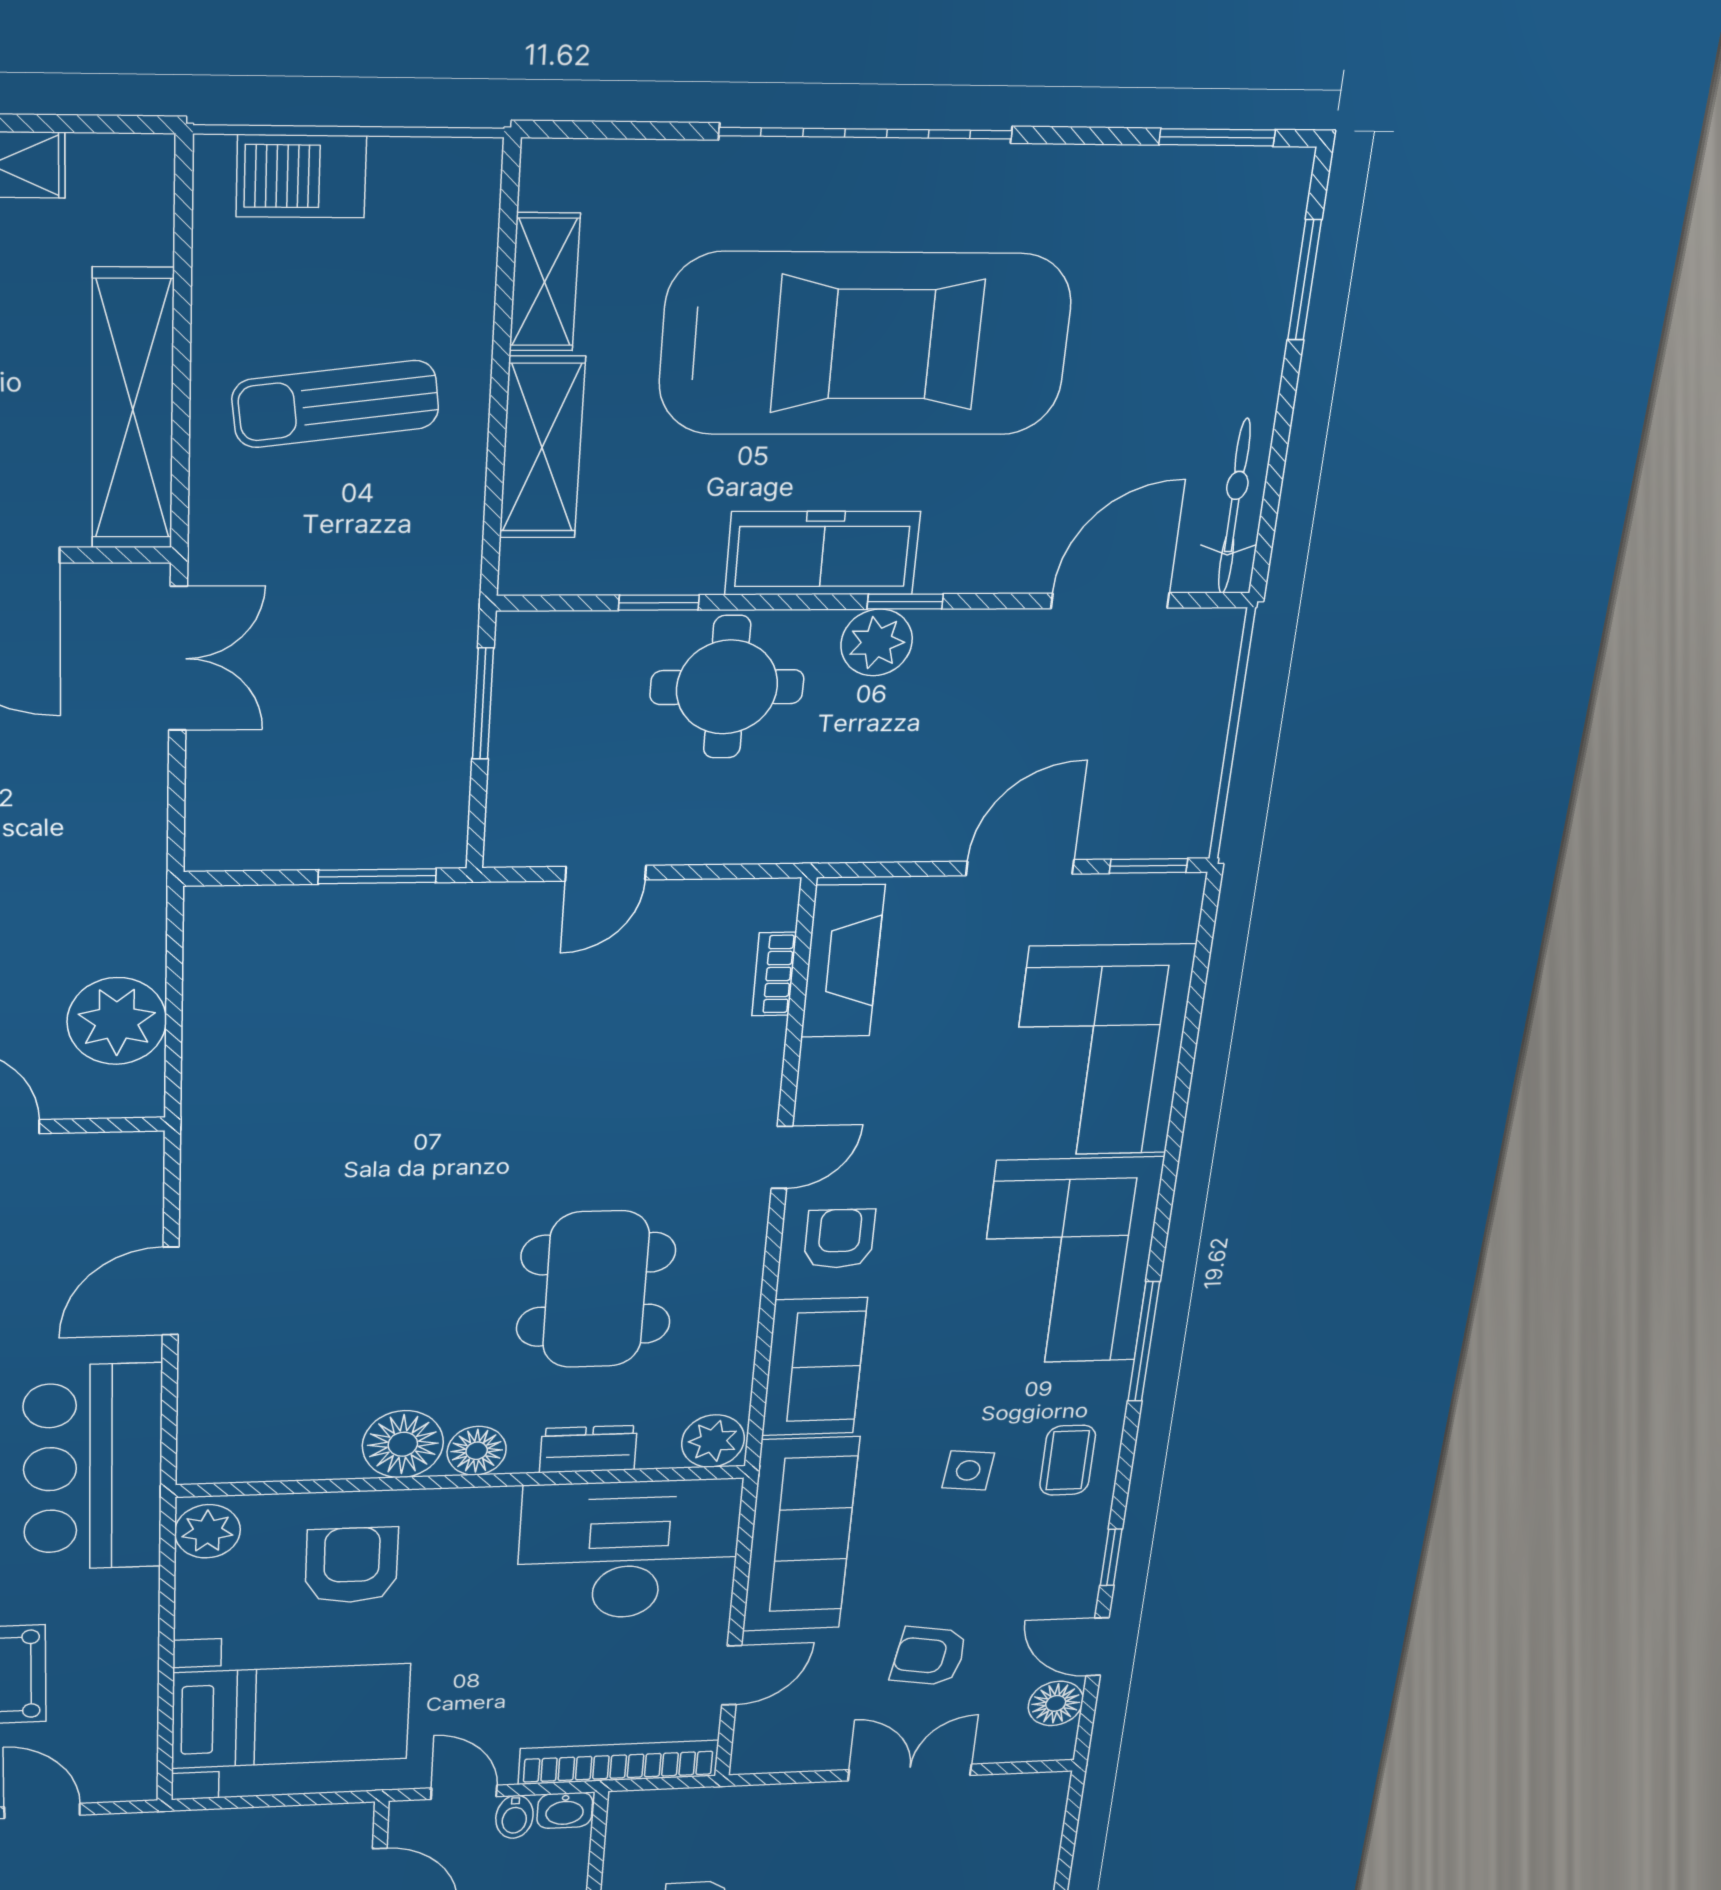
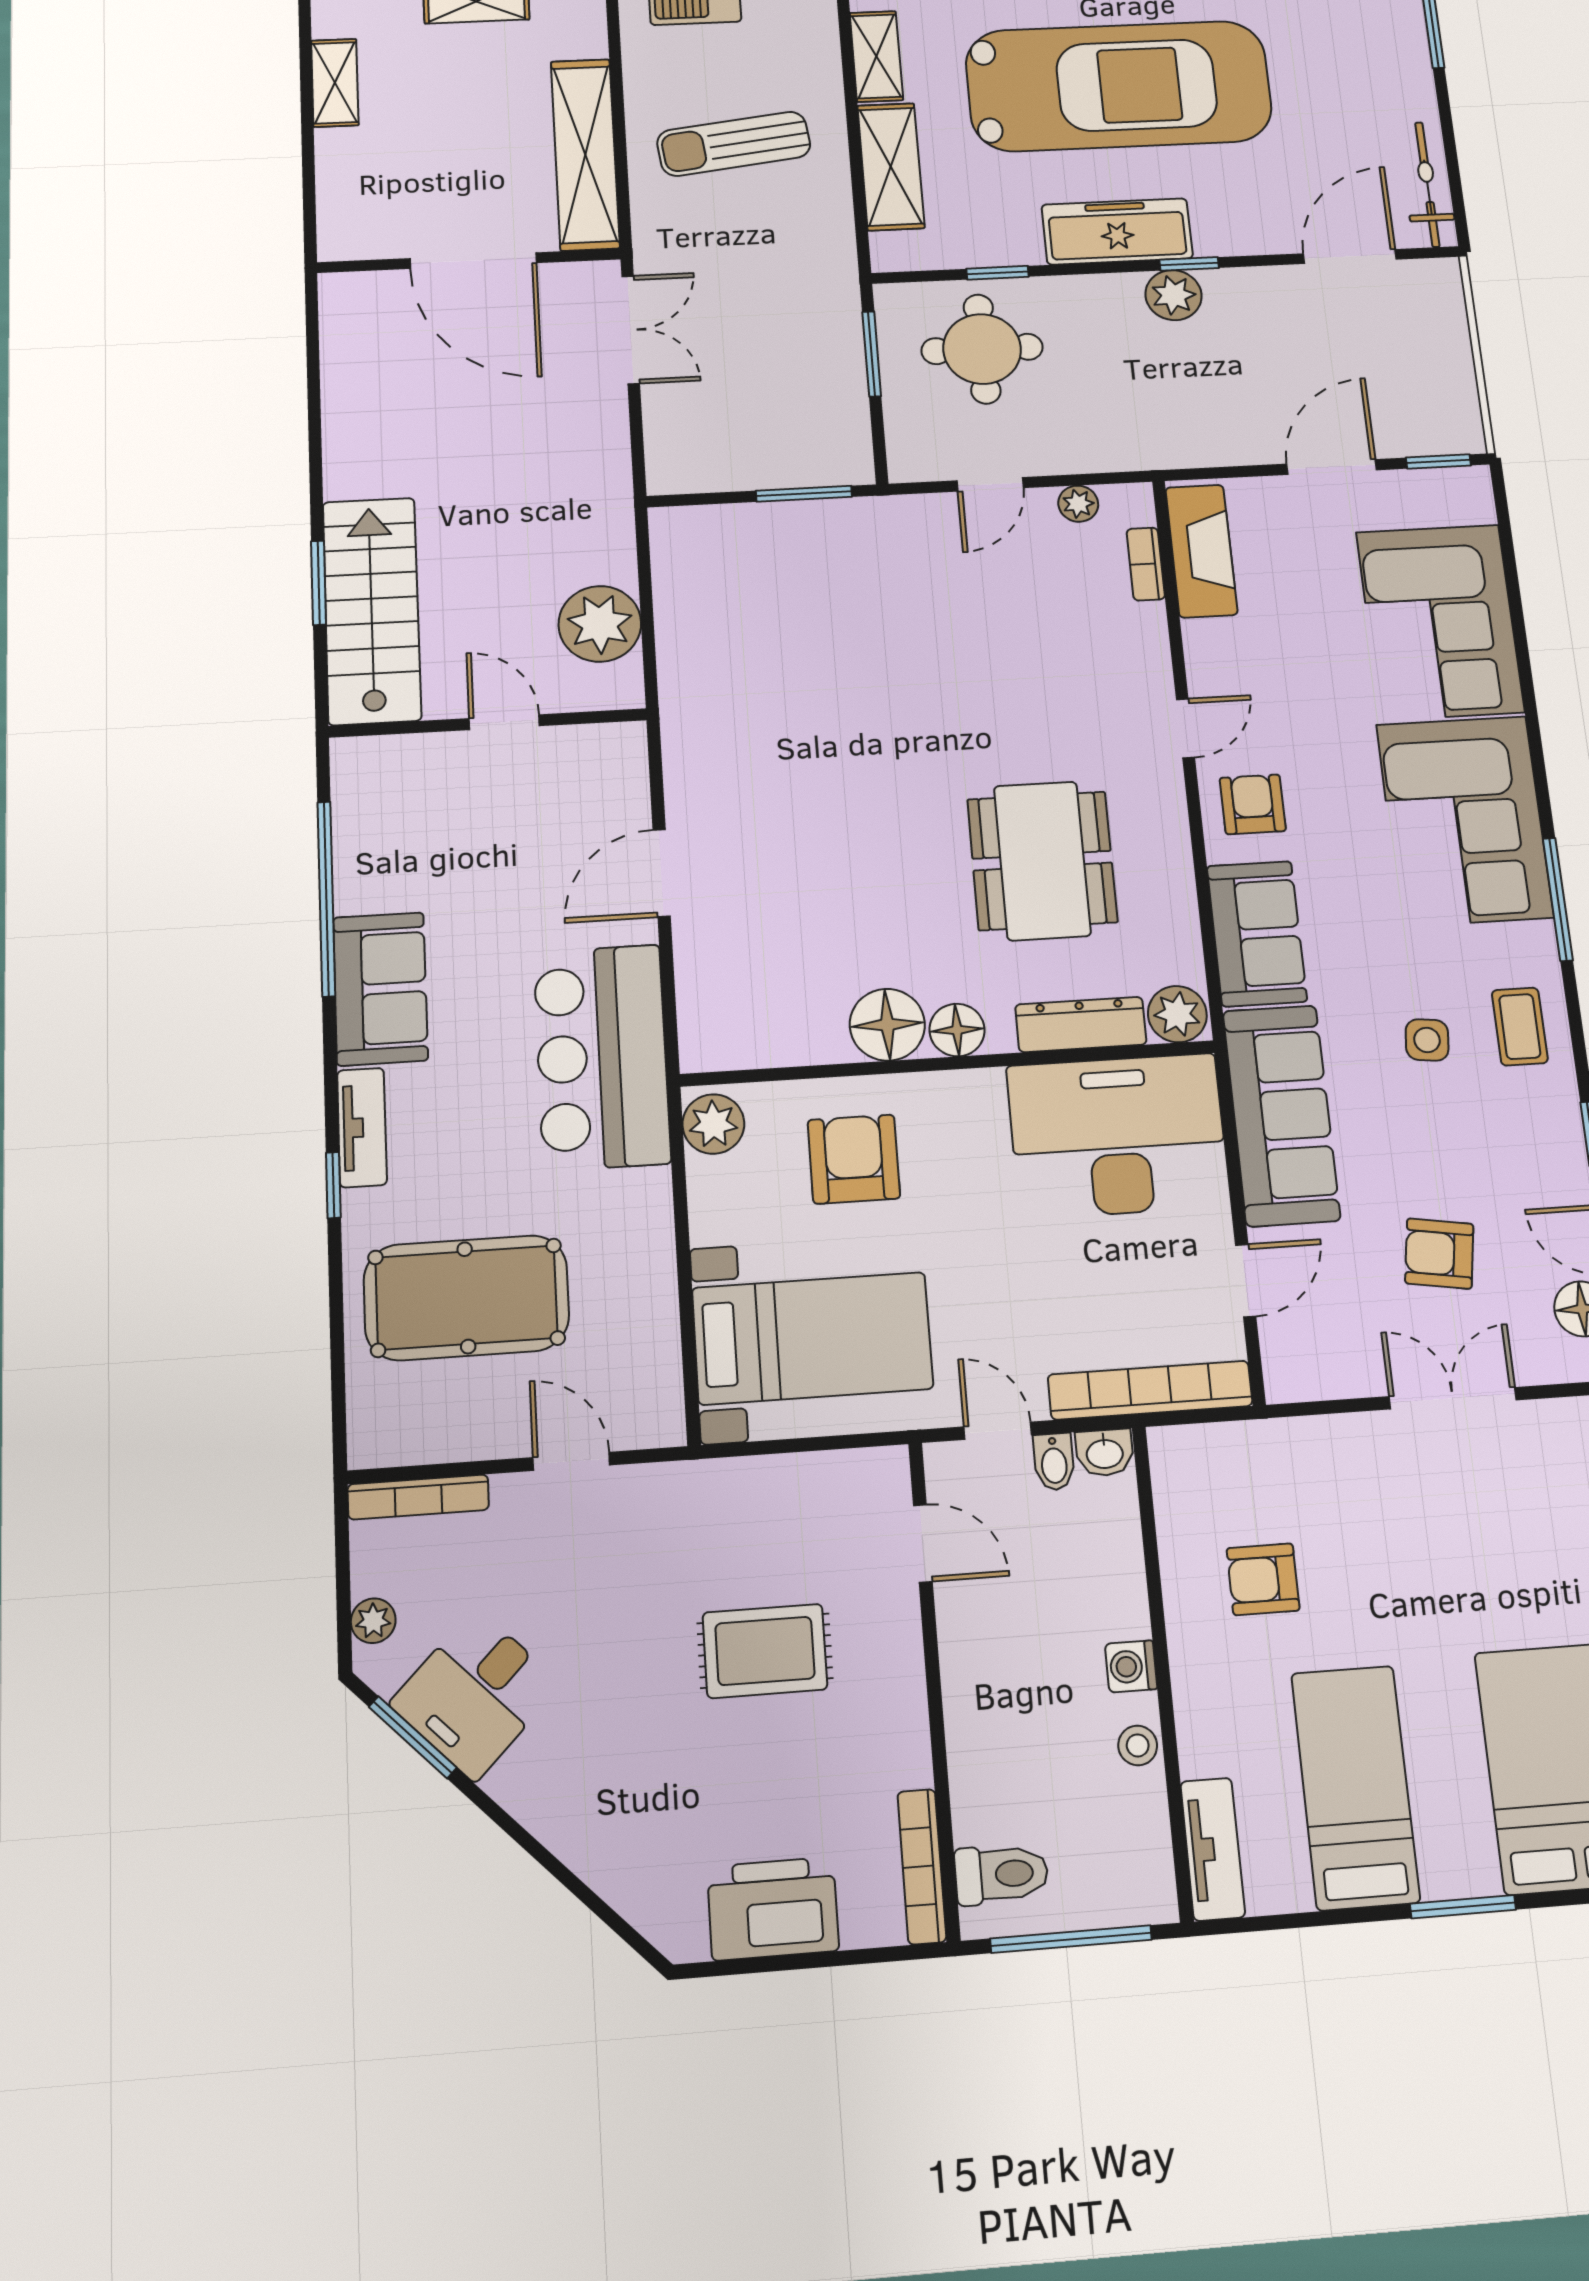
round table: (727, 687) -> (982, 349), moved
plant: (708, 900) -> (1078, 504), added
dresser: (588, 1449) -> (1081, 1024), width x1.44

